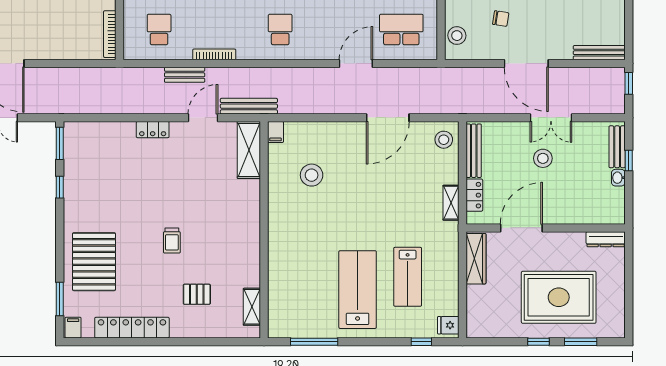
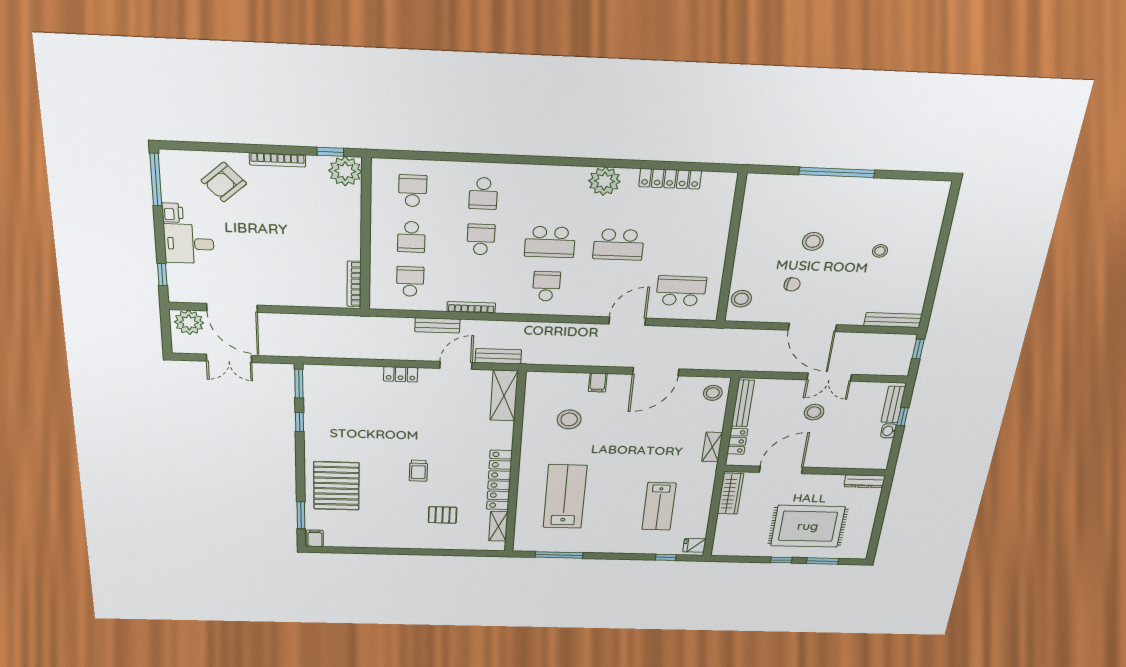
bench: (249, 106) -> (498, 356), width x0.73
filing cabinet: (275, 132) -> (598, 383), moved
lab bench: (358, 290) -> (565, 497), moved
locker: (132, 328) -> (499, 480), moved, turned -90

